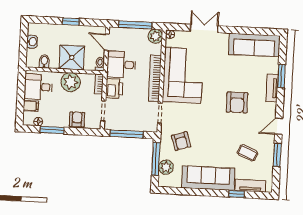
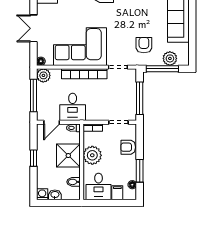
washing machine: (33, 28) -> (42, 194), added
printer: (114, 88) -> (96, 113), removed
armchair: (181, 141) -> (144, 45), turned -72

